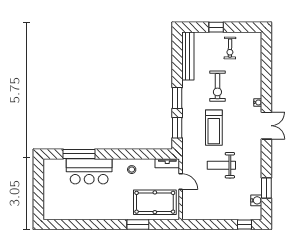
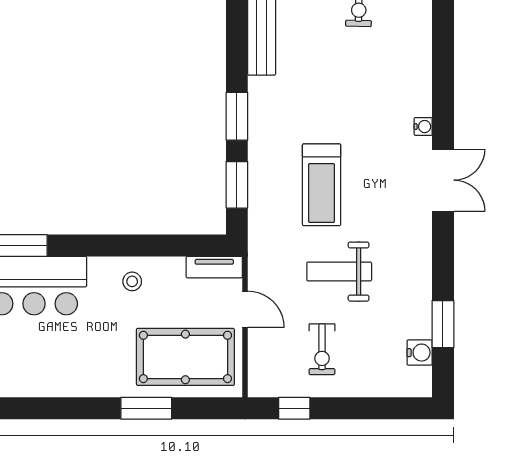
exercise bike: (217, 86) -> (322, 349), moved, width x0.73, depth x0.72
window: (244, 224) -> (294, 408), moved

